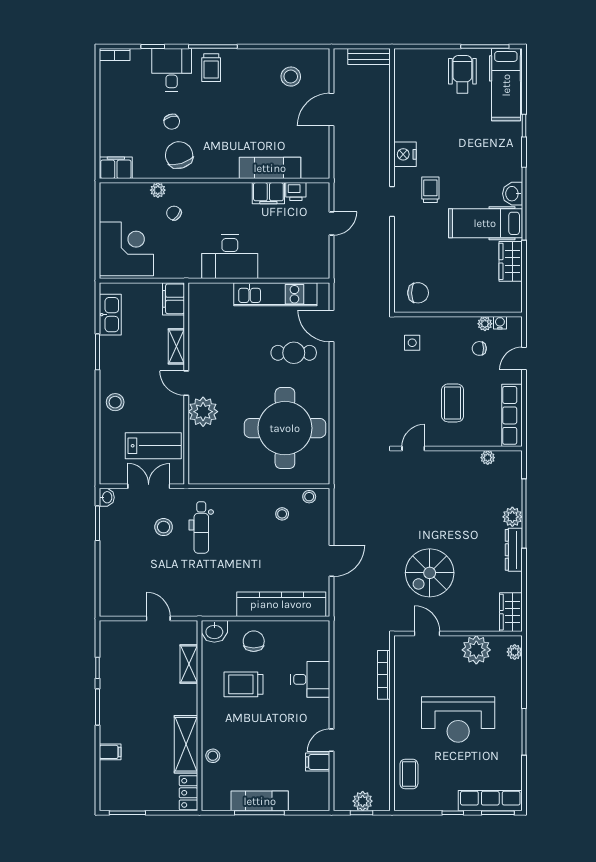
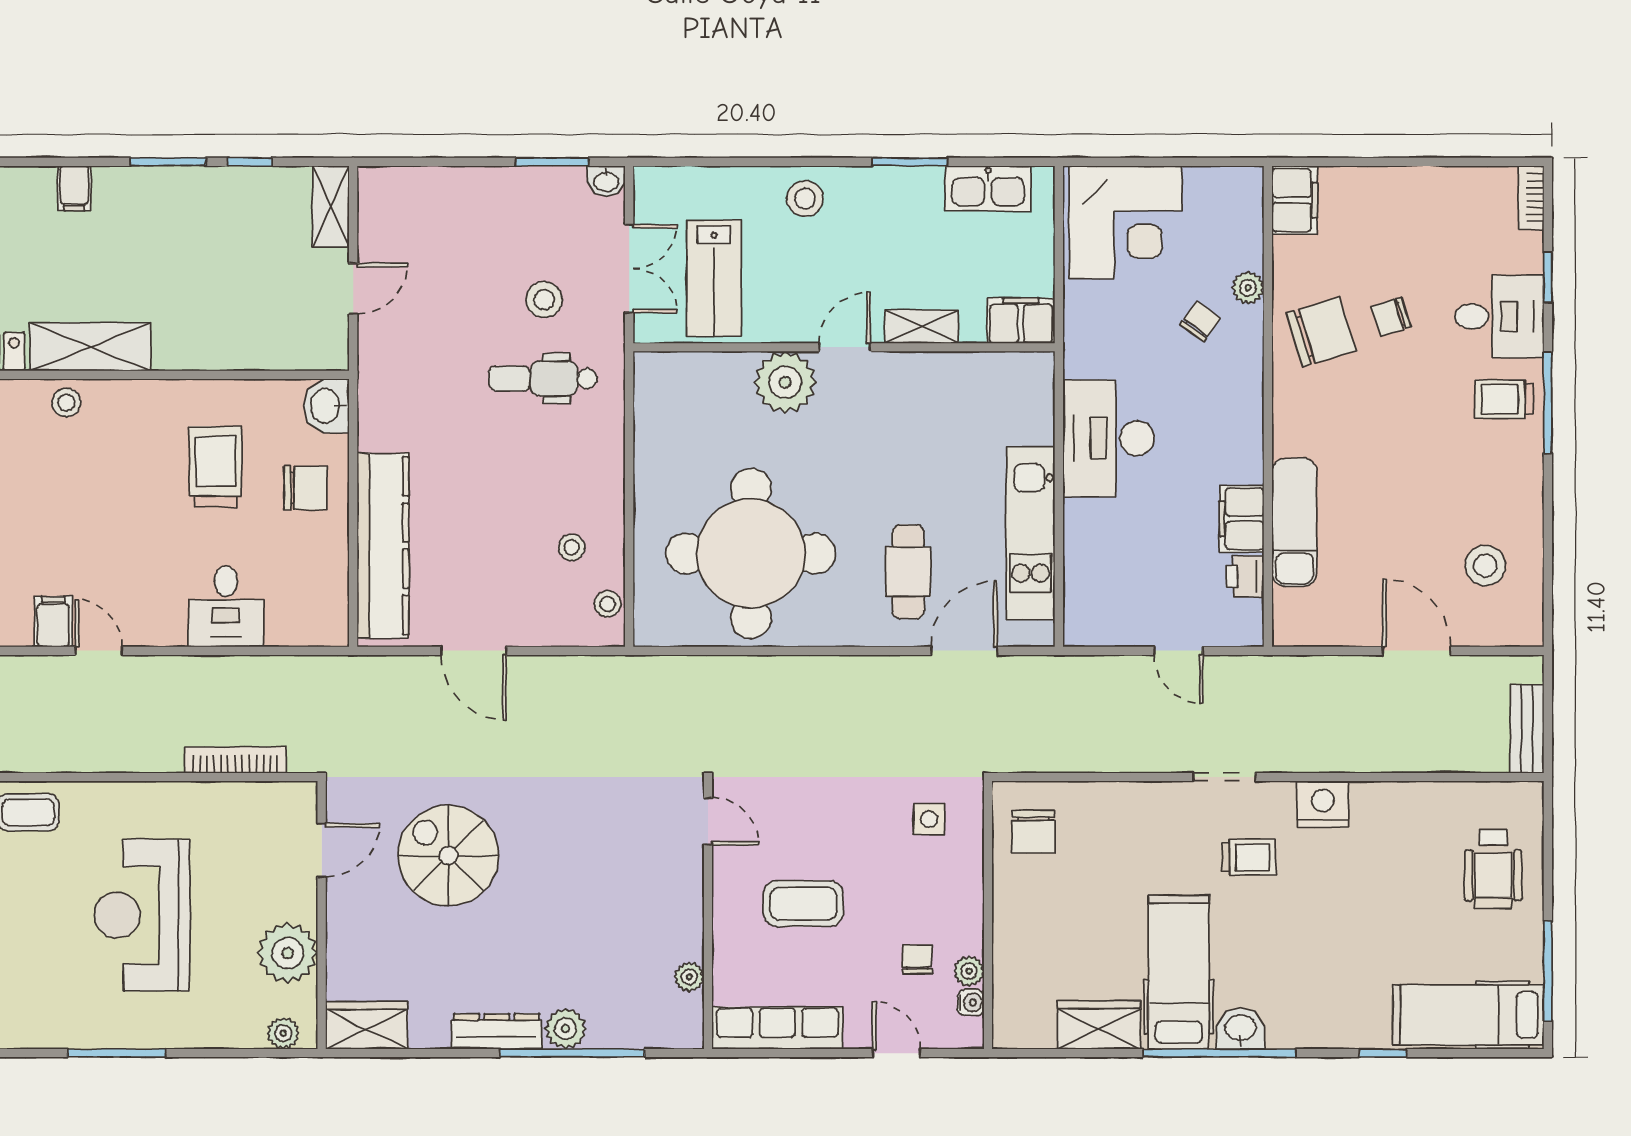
wheelchair: (462, 74) -> (1493, 869), moved, turned 90
shelving: (189, 664) -> (331, 206), moved, turned 90

